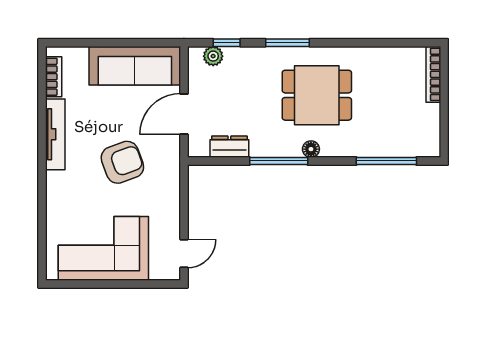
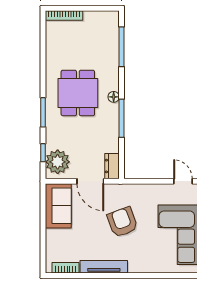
plant: (213, 56) -> (58, 162), width x1.87, depth x1.87
sofa: (135, 66) -> (58, 206), width x0.73
dresser: (229, 147) -> (112, 166), moved

